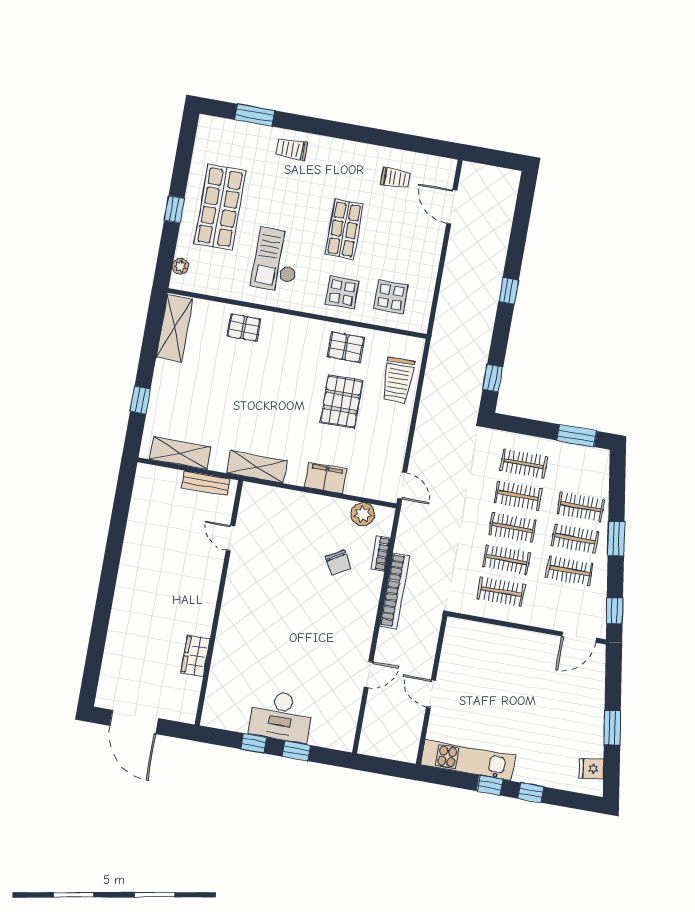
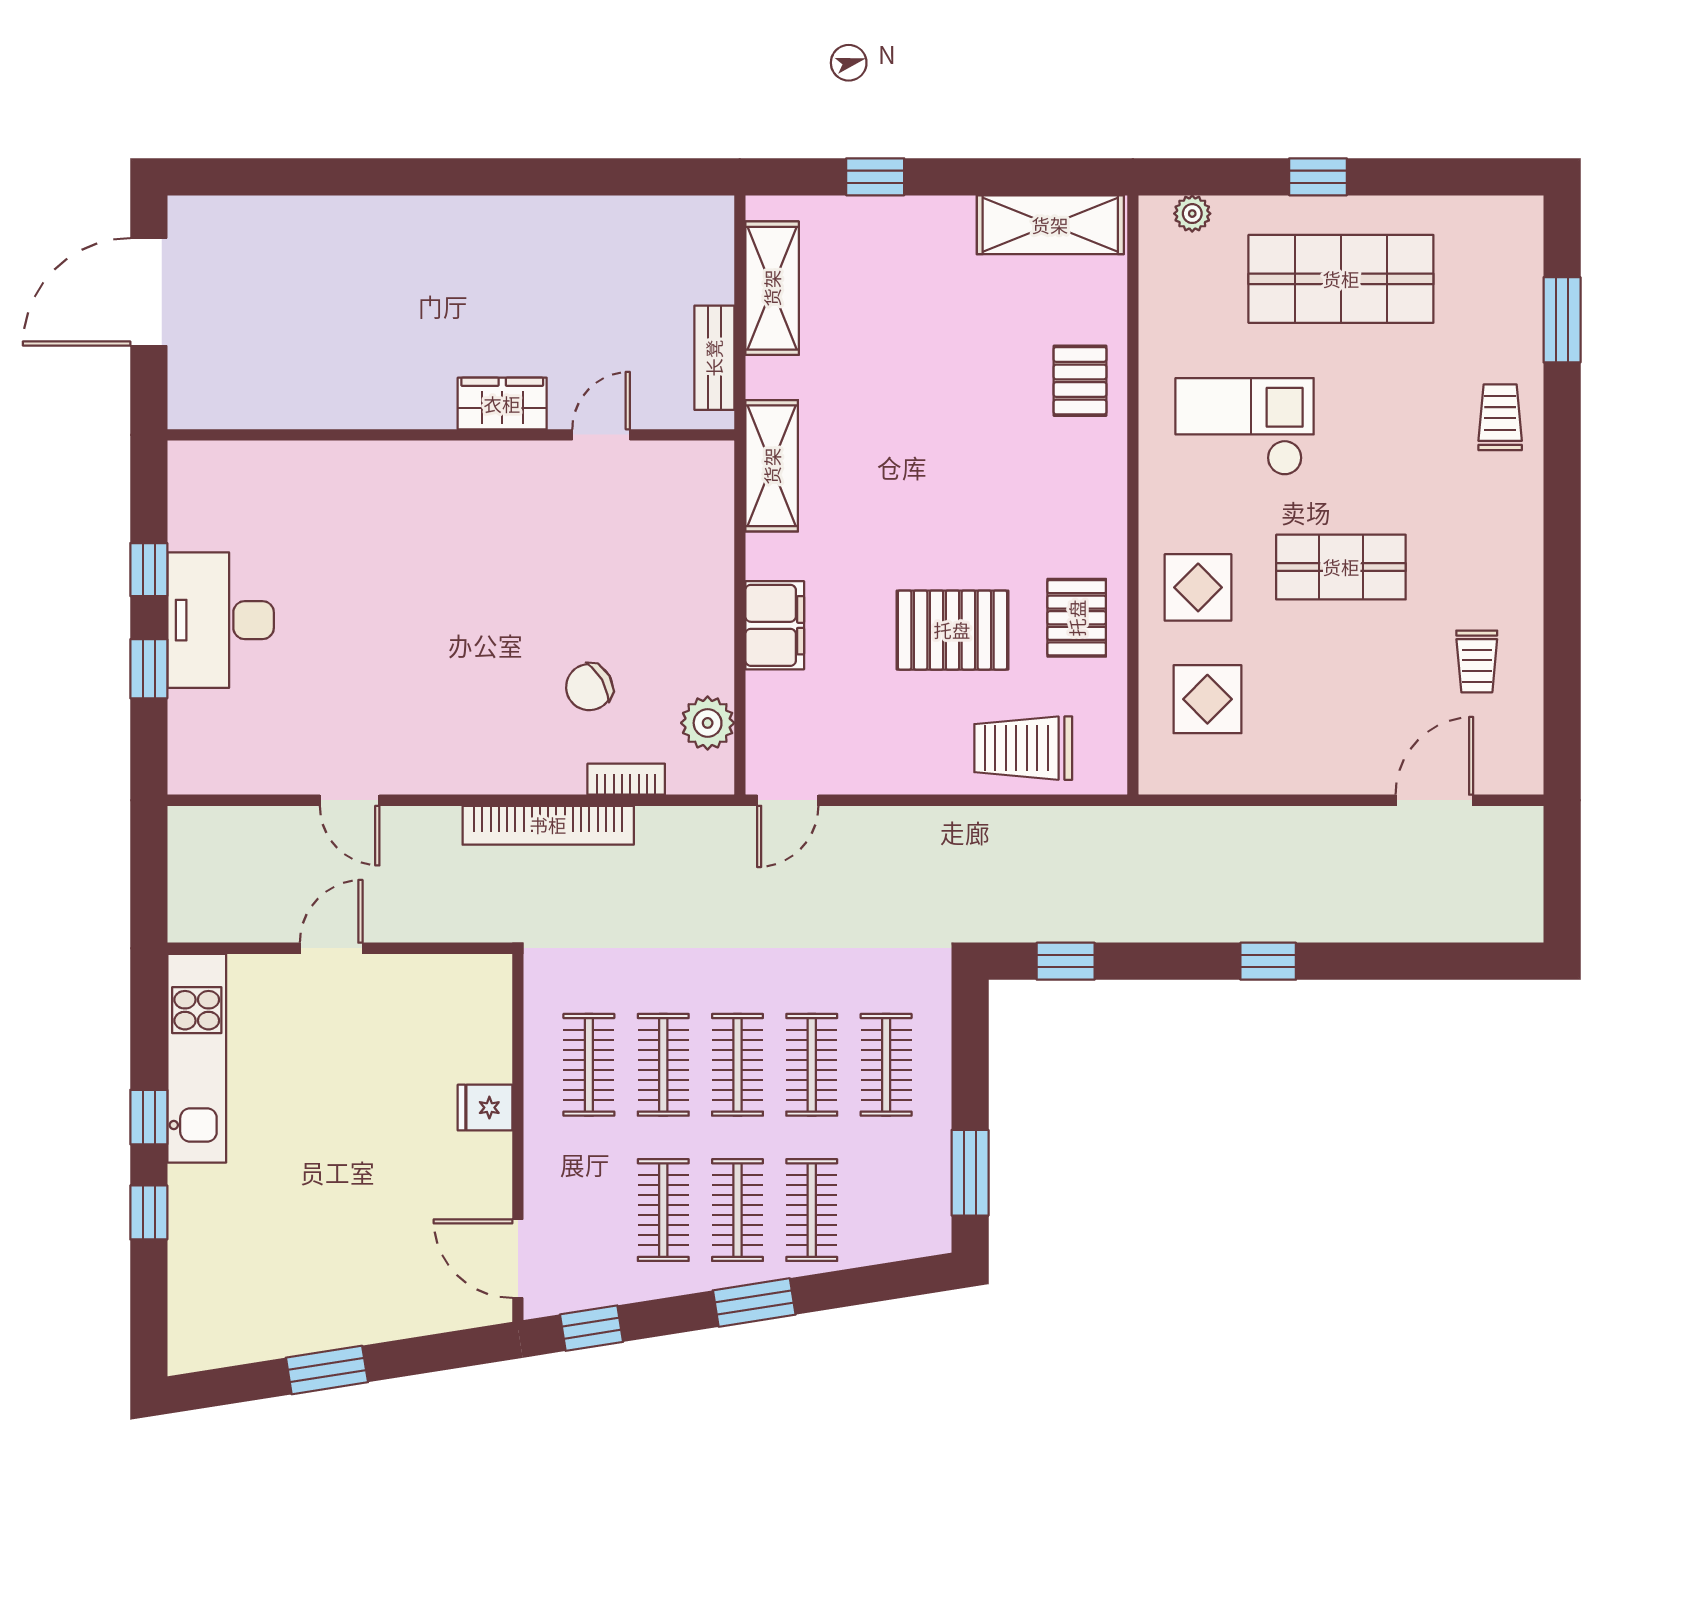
wardrobe: (196, 656) -> (502, 404), moved
fridge: (591, 769) -> (485, 1108), moved, turned -81

